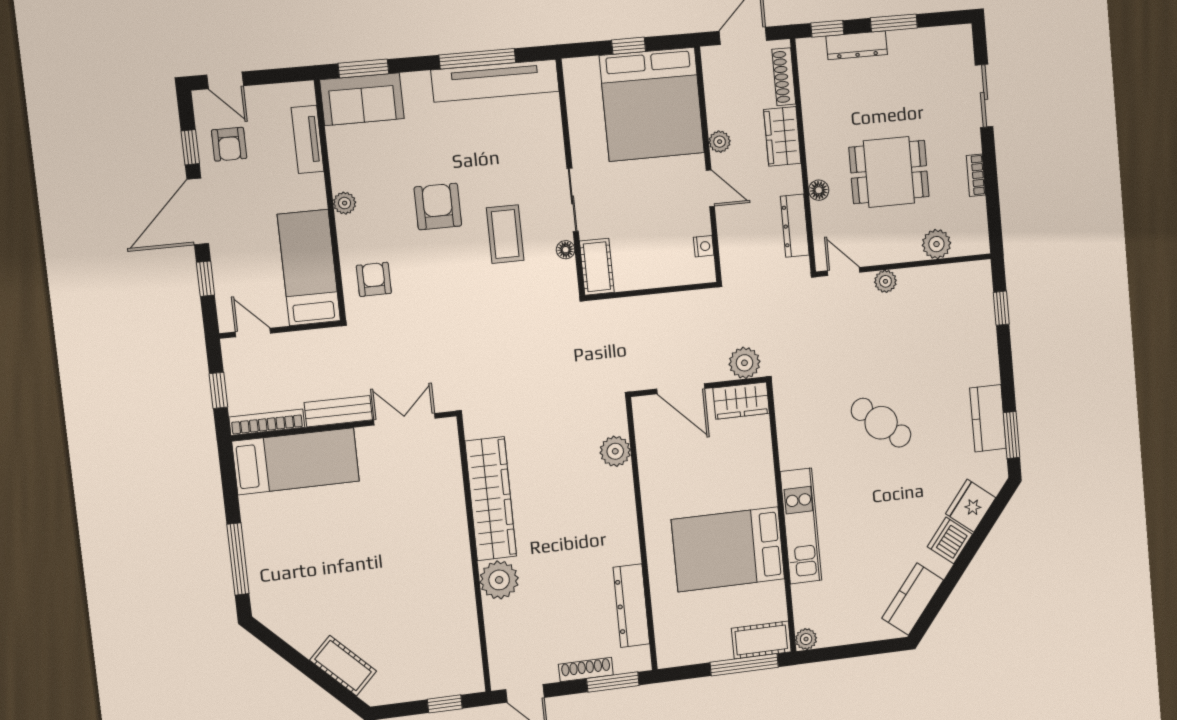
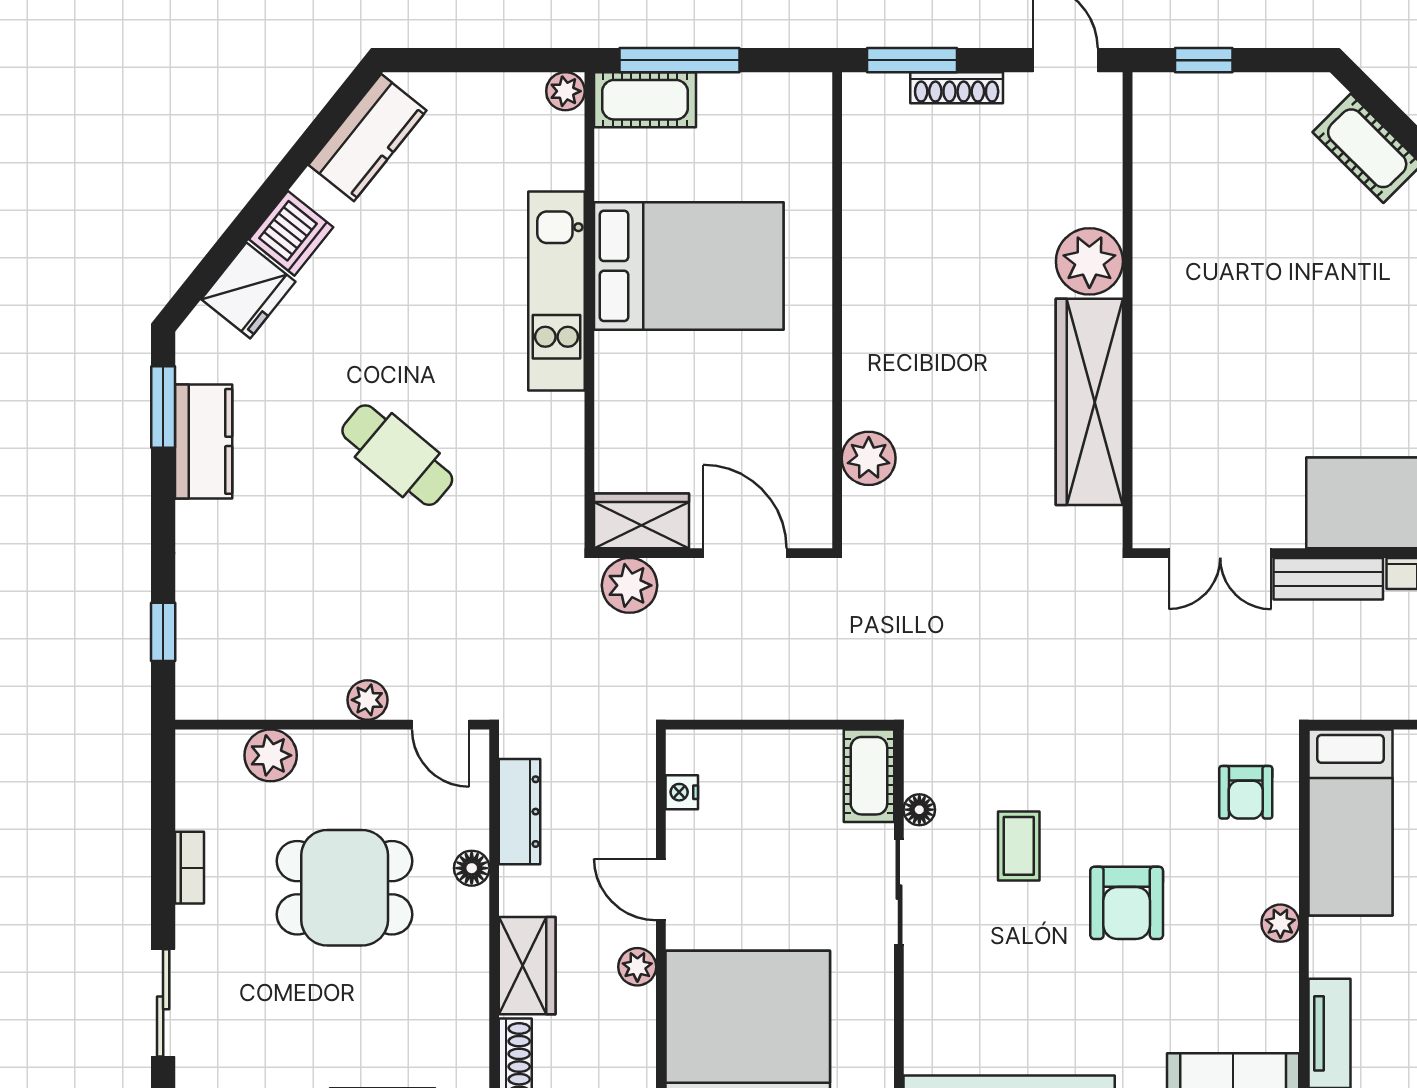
coffee table: (505, 234) -> (1019, 846), width x0.73, depth x0.77
dresser: (631, 606) -> (867, 189), removed

